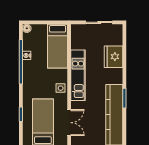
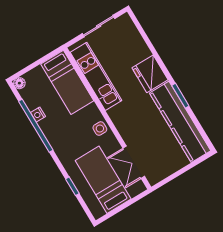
fridge: (114, 57) -> (150, 74), moved
kitchen unit: (78, 75) -> (96, 76), moved
double door: (69, 123) -> (134, 162), swing flipped

